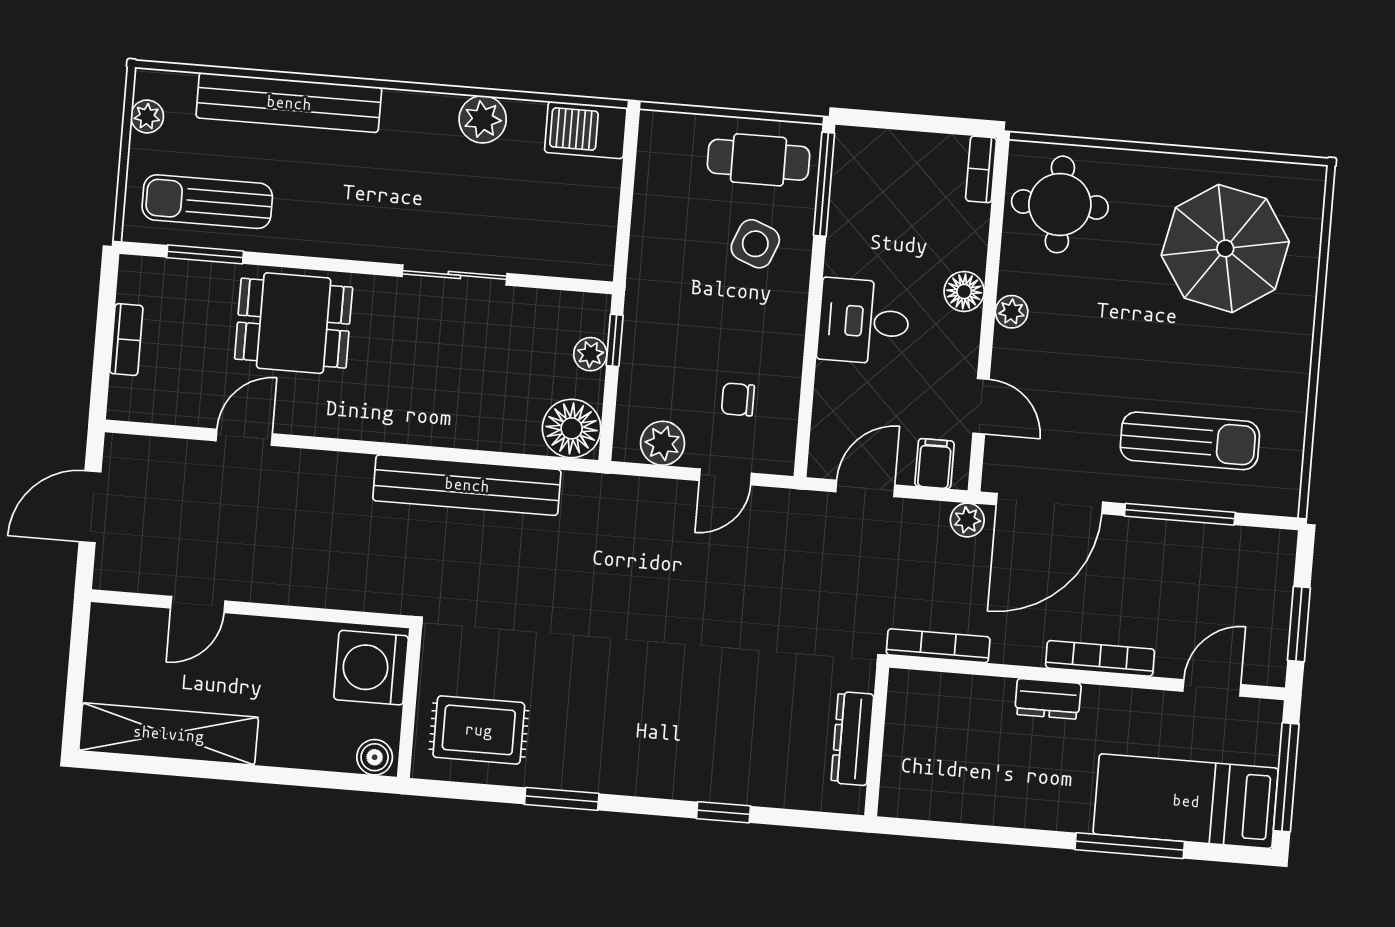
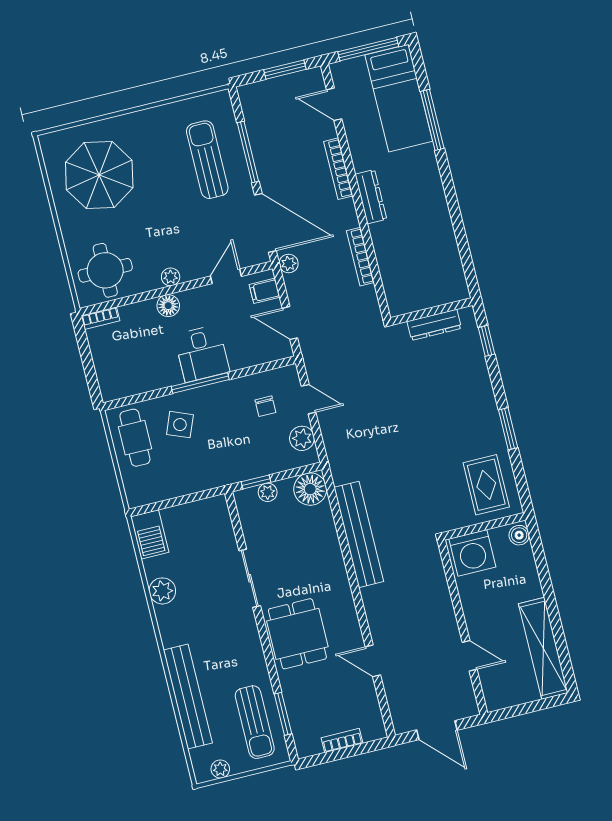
window: (824, 184) -> (200, 383), moved
dining table: (294, 323) -> (297, 634), moved
dresser: (1048, 699) -> (371, 197), width x1.44
dresser: (852, 739) -> (434, 325), moved
wall: (877, 742) -> (432, 311), moved

